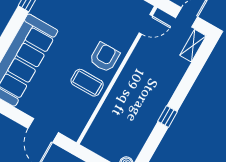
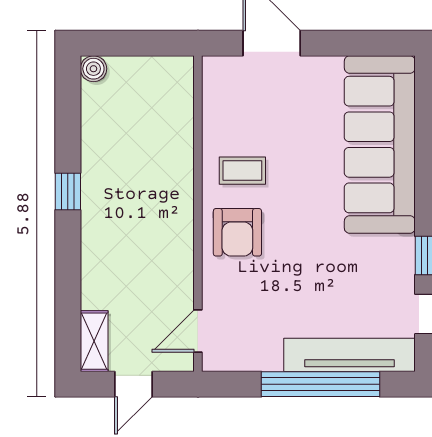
coffee table: (87, 83) -> (242, 171), width x0.73, depth x0.77

